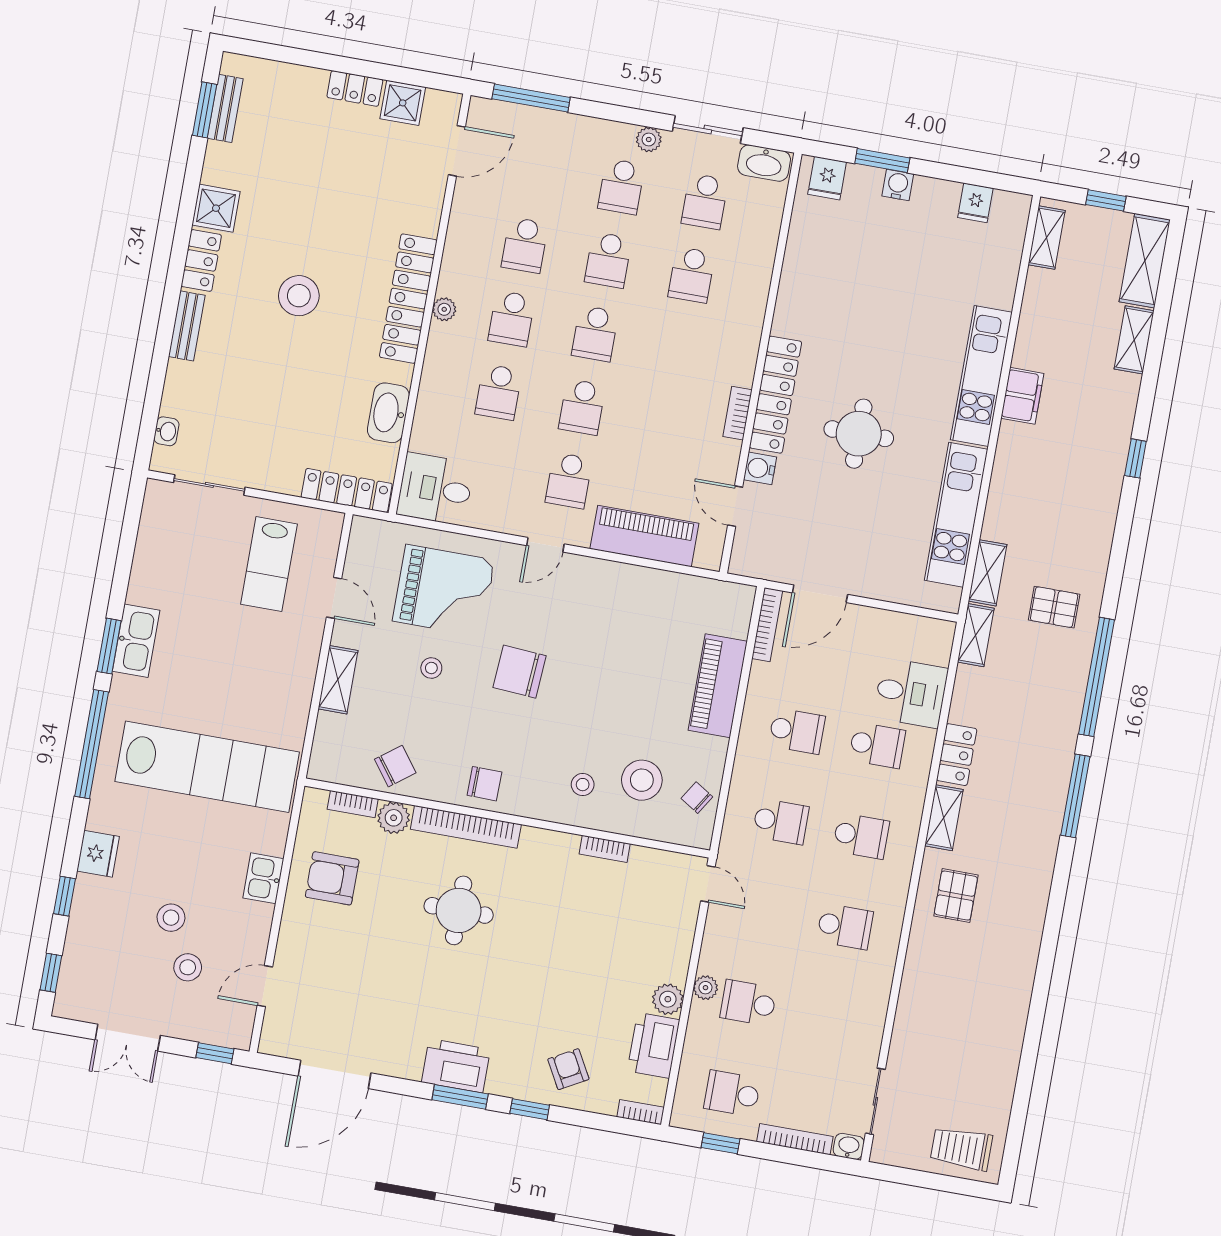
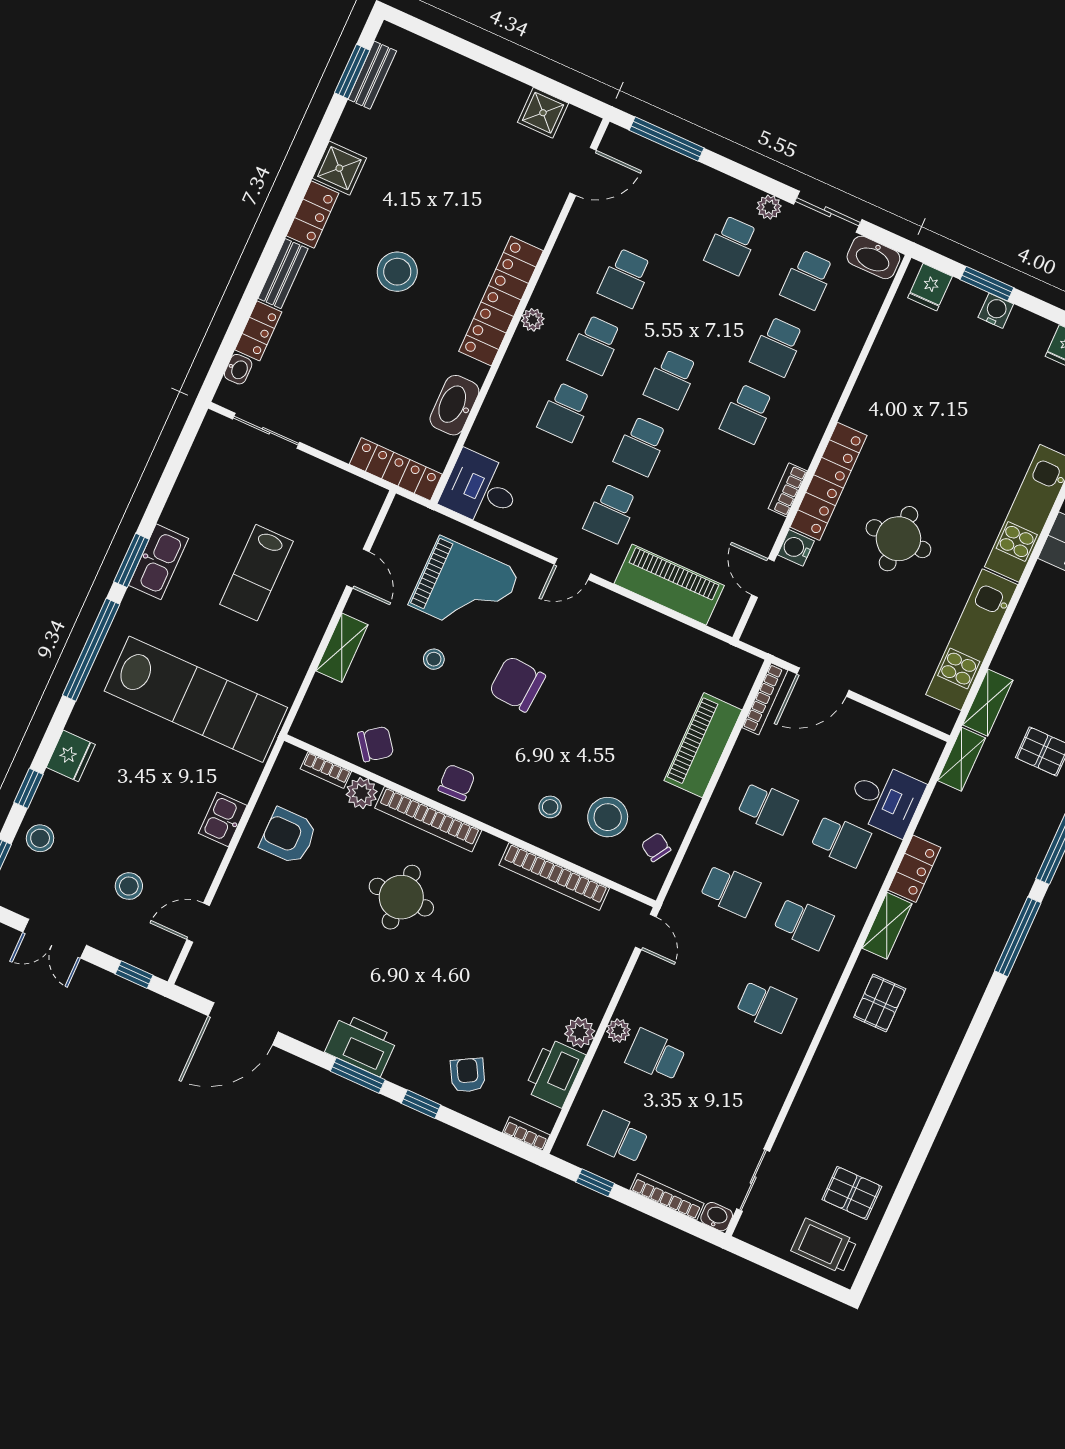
locker: (355, 88) -> (258, 331), moved, turned -90
school desk: (608, 260) -> (747, 414), moved
lab bench: (269, 564) -> (256, 573), moved
chair: (484, 784) -> (457, 782), turned -93
bookcase: (605, 849) -> (554, 876), width x2.31, depth x1.31
stool: (171, 918) -> (40, 838), moved
pallet: (976, 1089) -> (852, 1193), added

